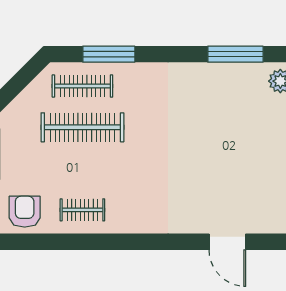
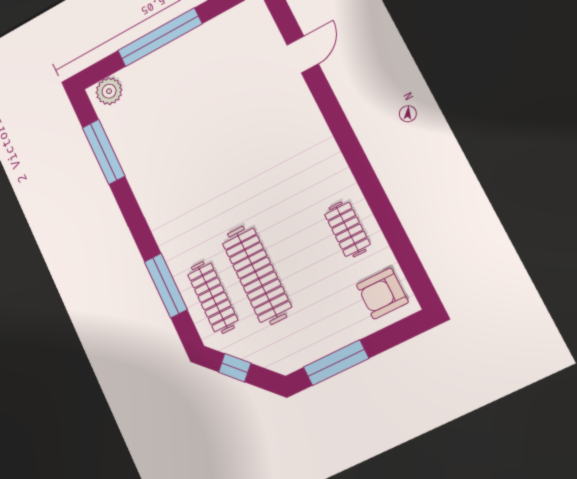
window: (23, 78) -> (235, 368), added
door: (227, 242) -> (303, 54), width x0.73

